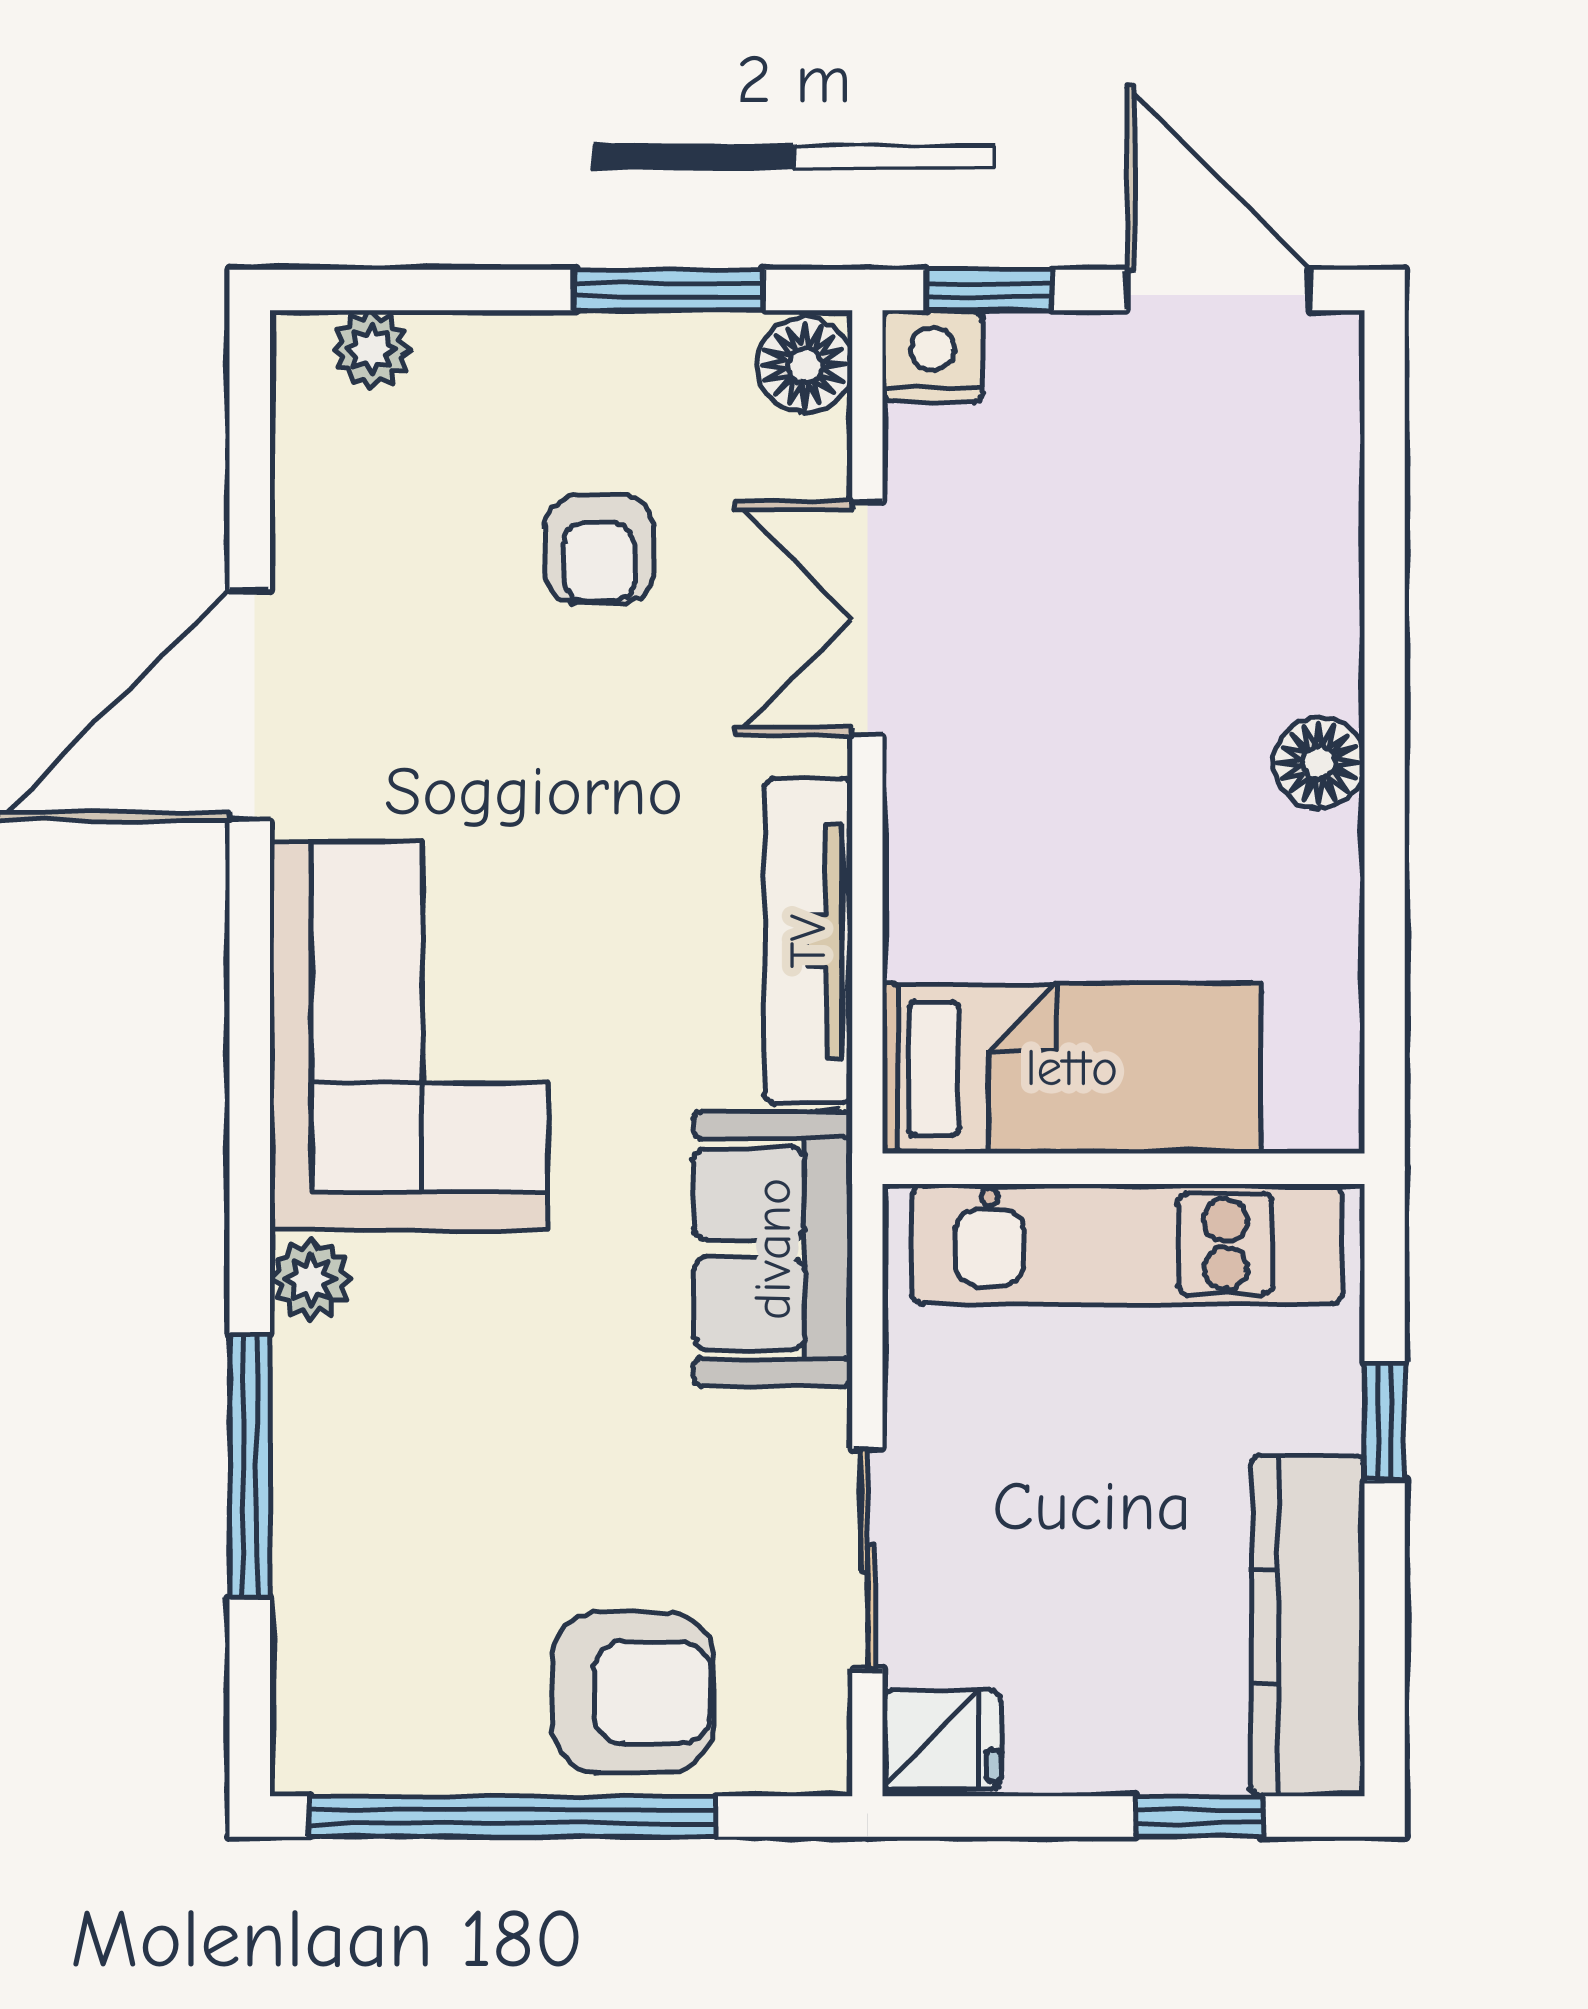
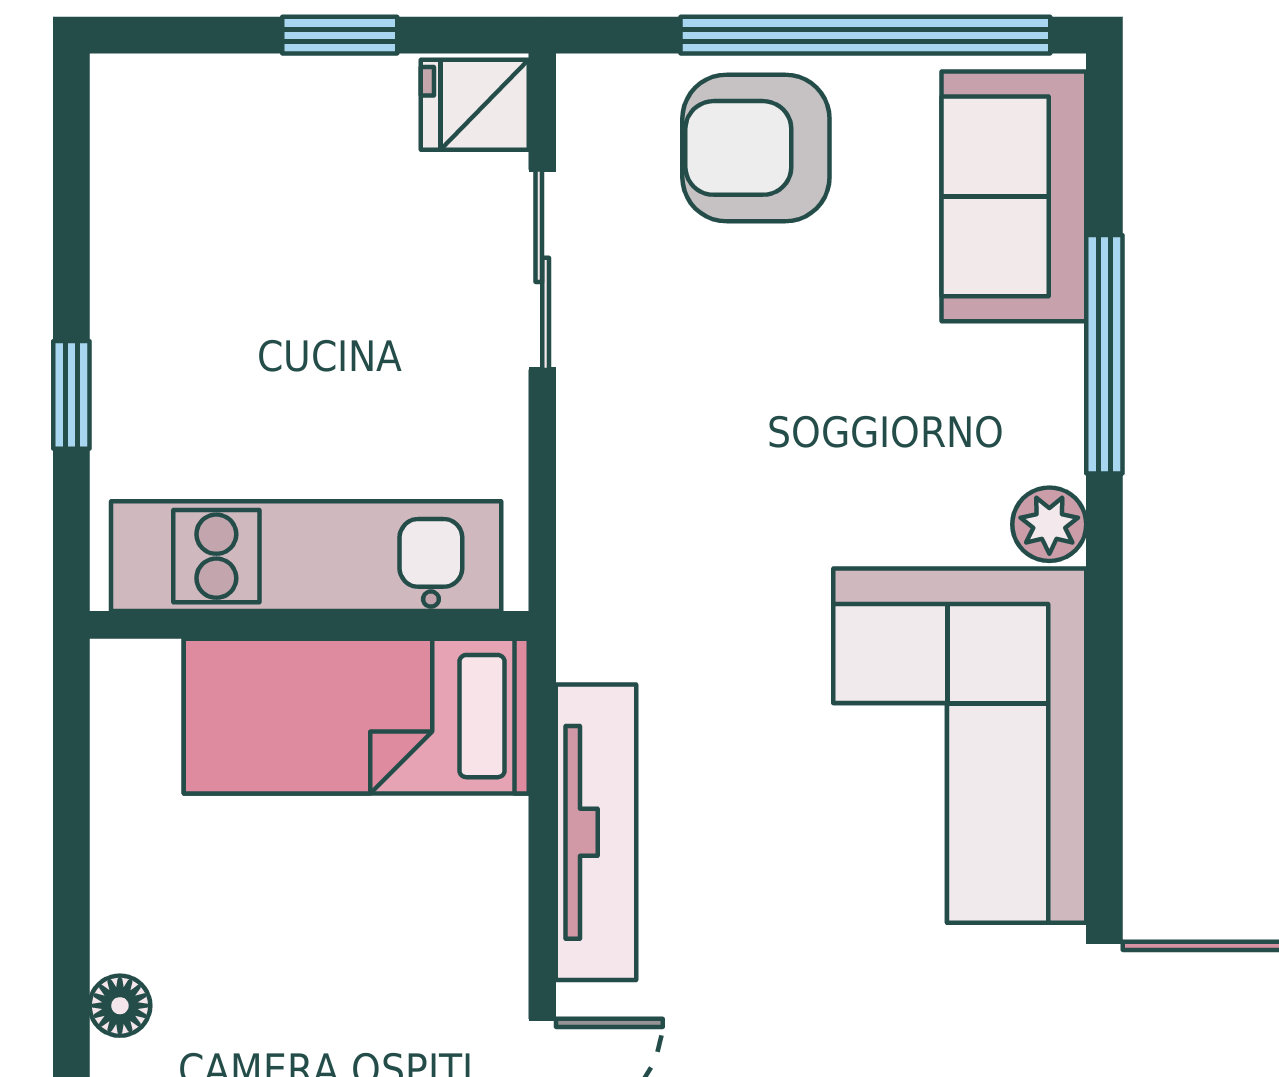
floor lamp: (1319, 763) -> (120, 1006), width x0.73, depth x0.73
sofa: (773, 1249) -> (1014, 196), moved, turned 180
kitchen counter: (1308, 1626) -> (141, 209), removed
window: (1199, 1816) -> (340, 35), moved

